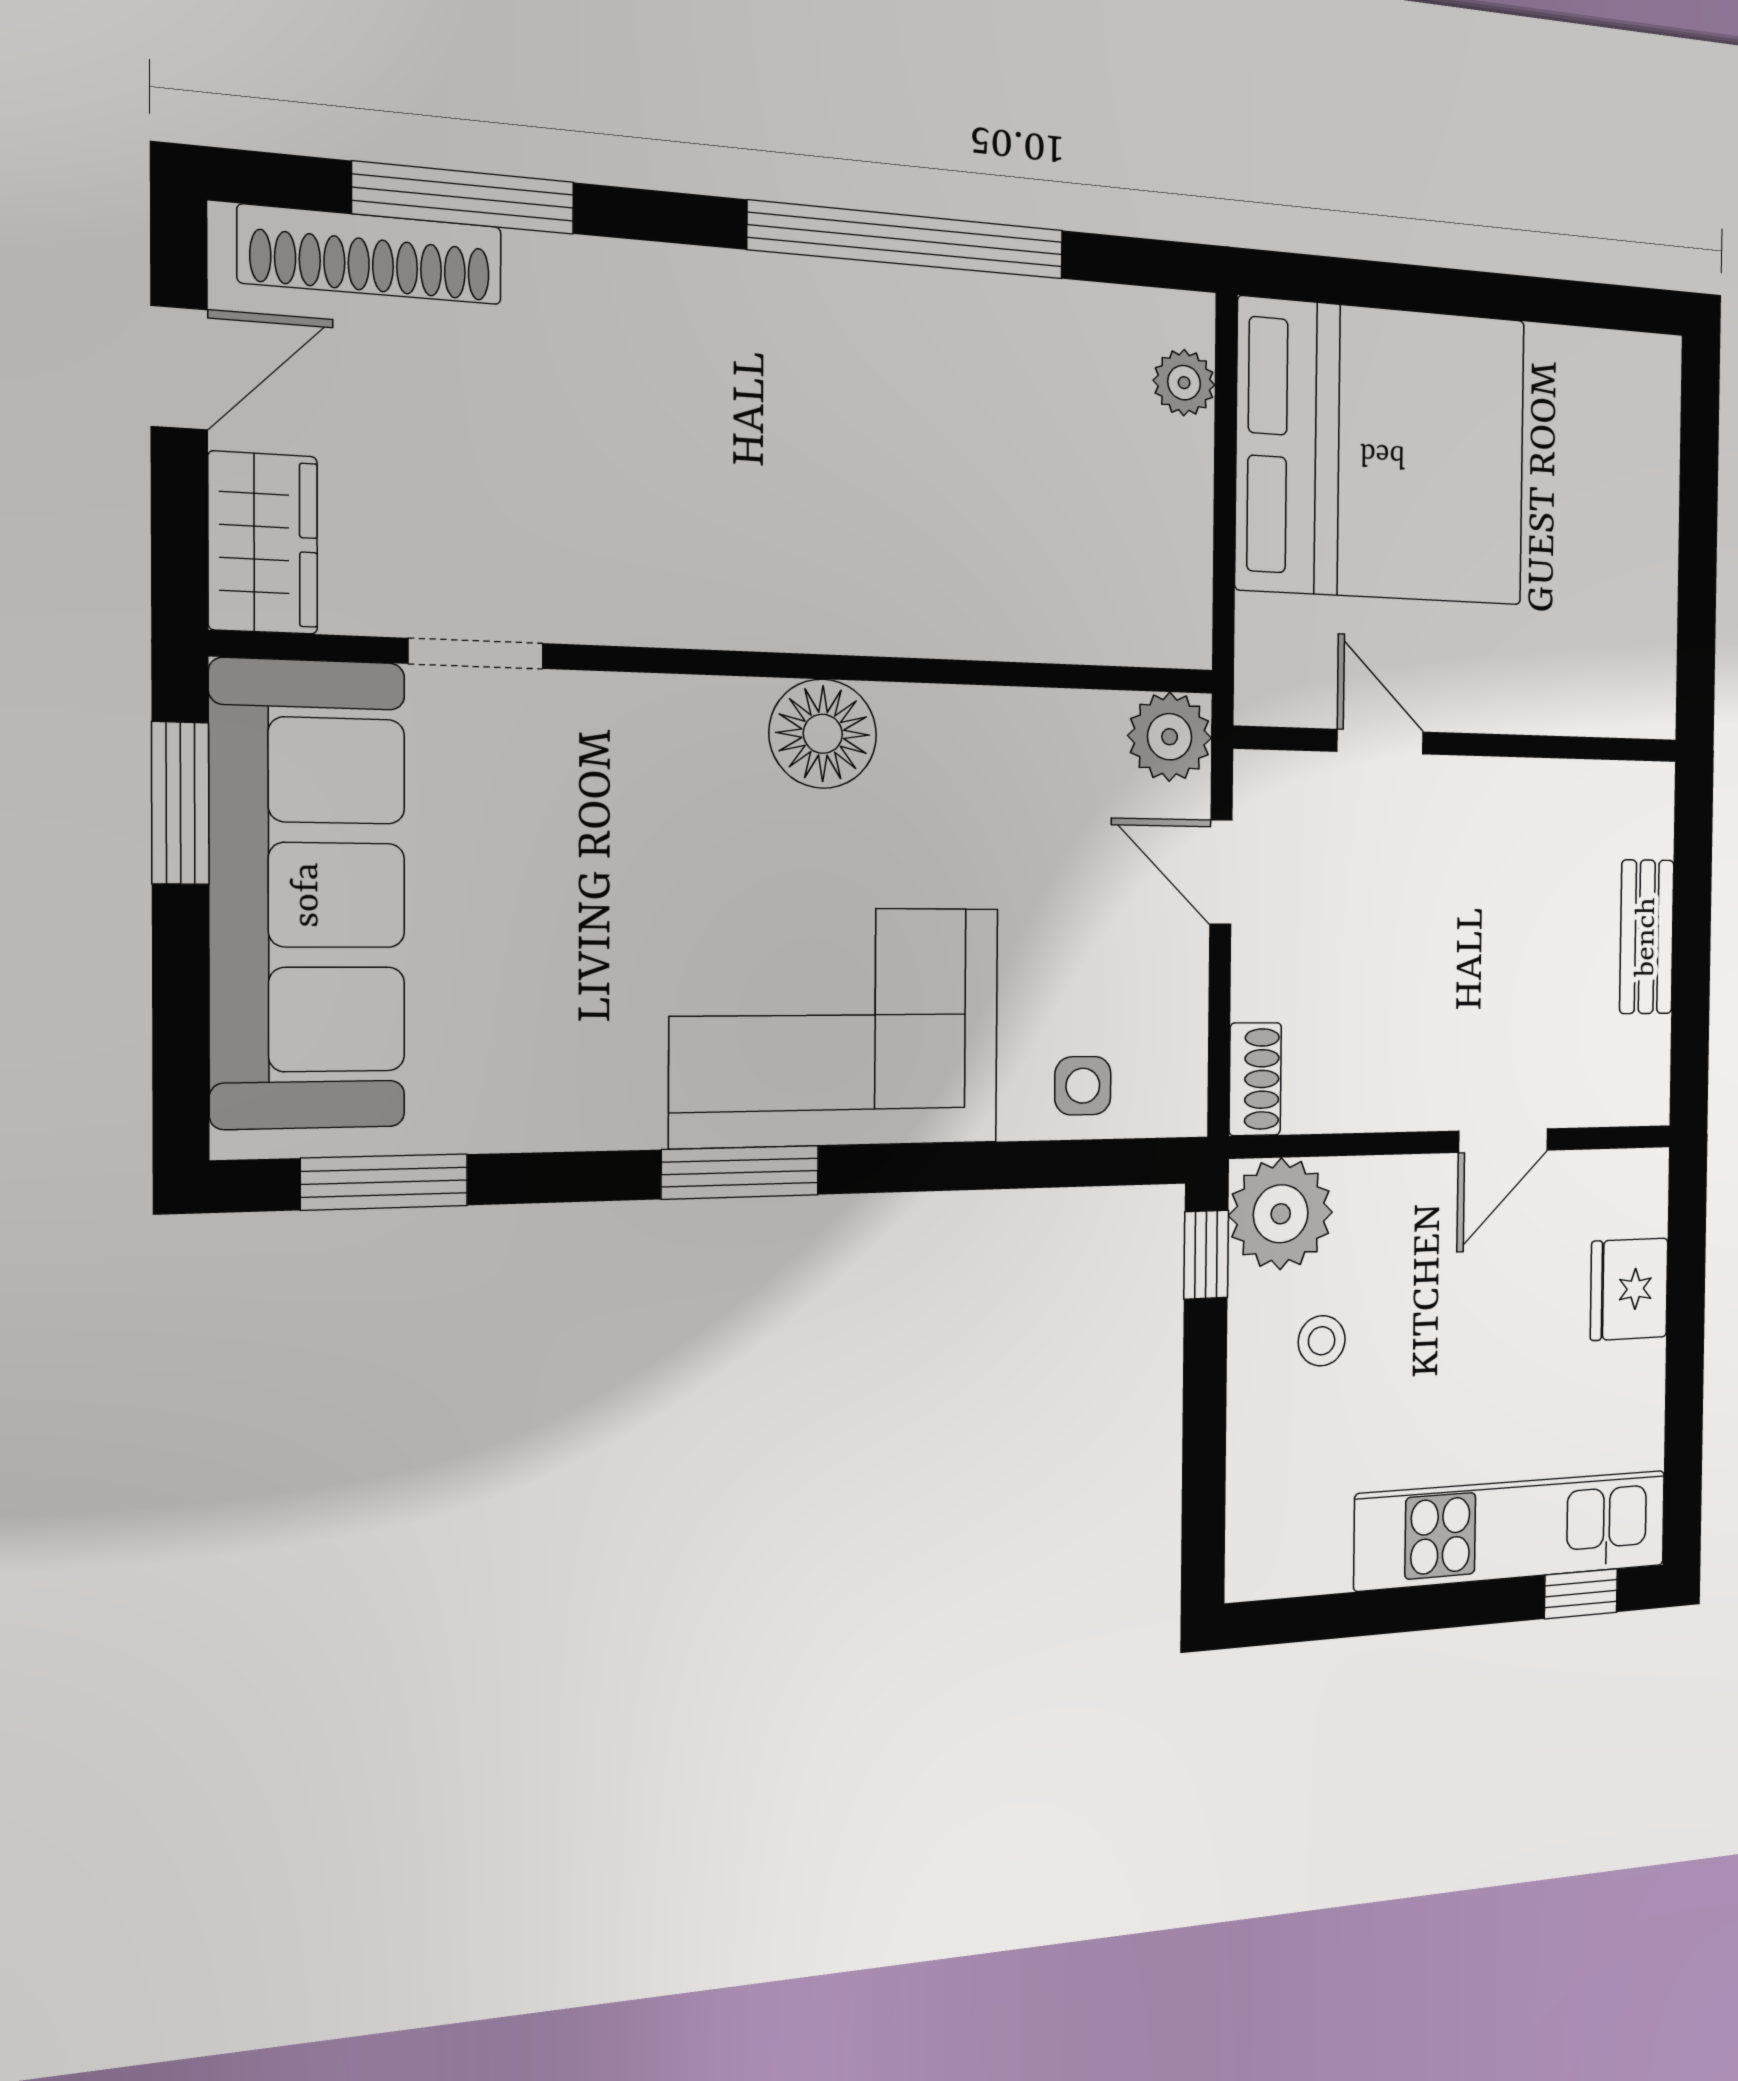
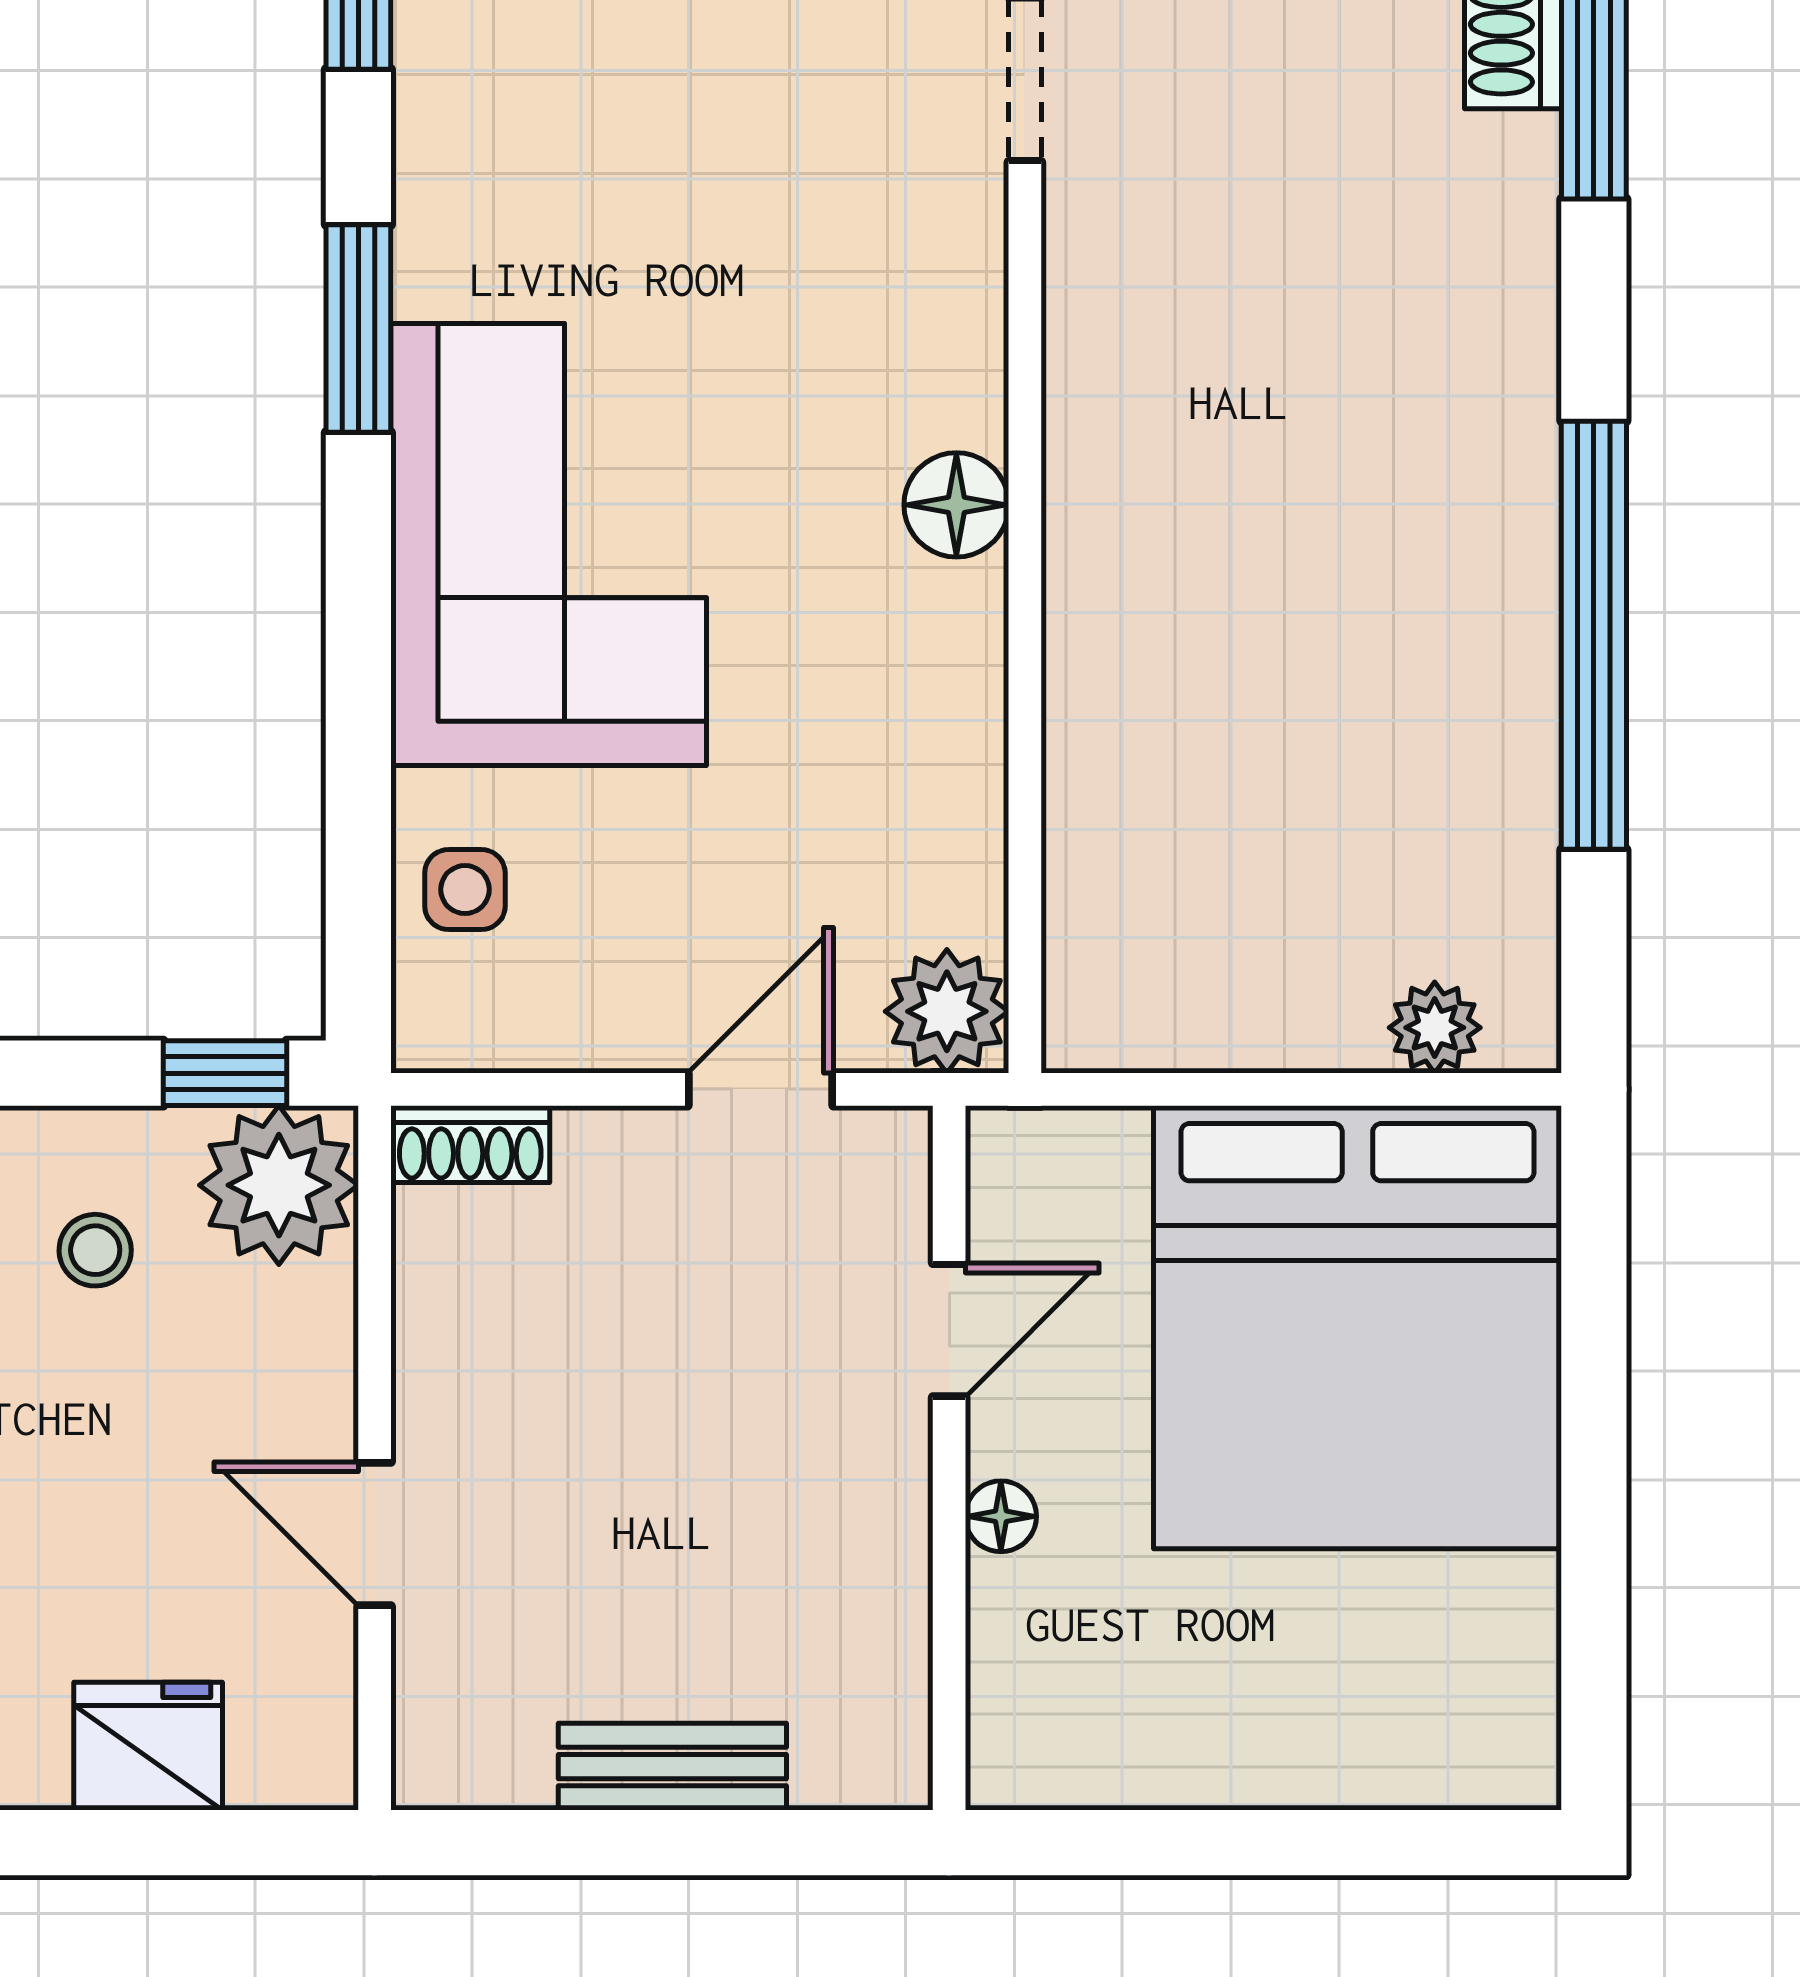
floor lamp: (1498, 709) -> (1001, 1516), added
floor lamp: (823, 734) -> (956, 505), width x0.73, depth x0.73
window: (740, 1172) -> (358, 328), moved

